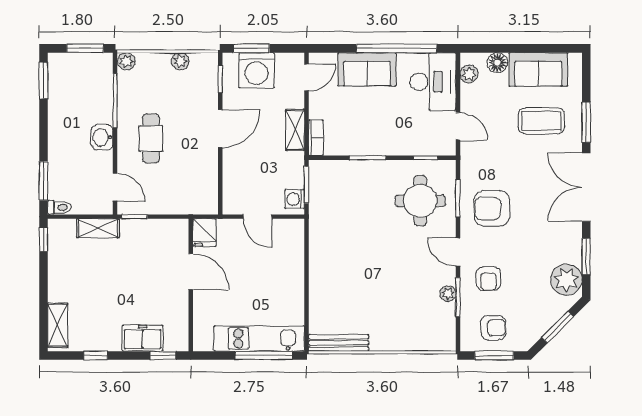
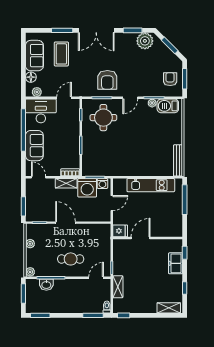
washing machine: (257, 70) -> (87, 188), moved, turned 90
washbasin: (102, 137) -> (46, 285), moved
armchair: (489, 279) -> (144, 82), removed
barbecue: (443, 324) -> (168, 106), added
kitchen unit: (259, 339) -> (151, 185), moved, turned -90

